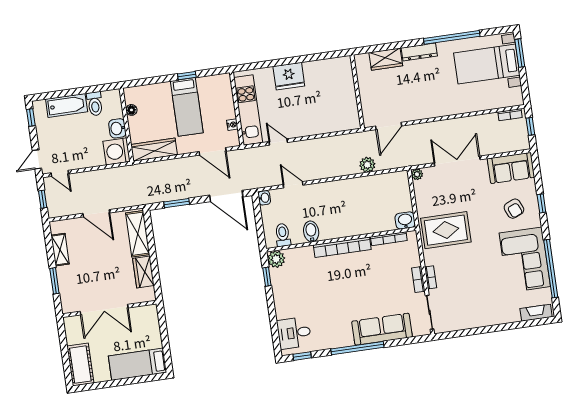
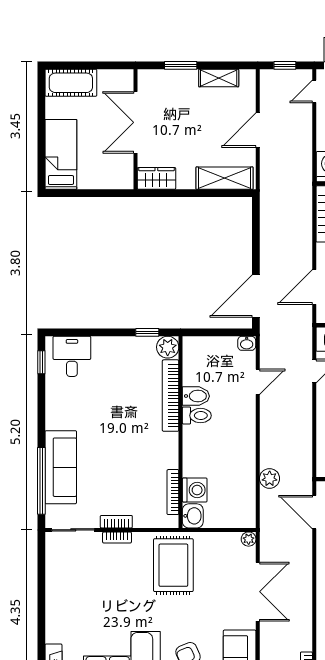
window: (177, 203) -> (256, 233), removed
washing machine: (385, 222) -> (195, 490), added
toilet: (283, 235) -> (197, 416), moved
bookcase: (342, 247) -> (171, 396), moved
wardrobe: (143, 272) -> (156, 178), moved
window: (357, 348) -> (41, 481), moved

